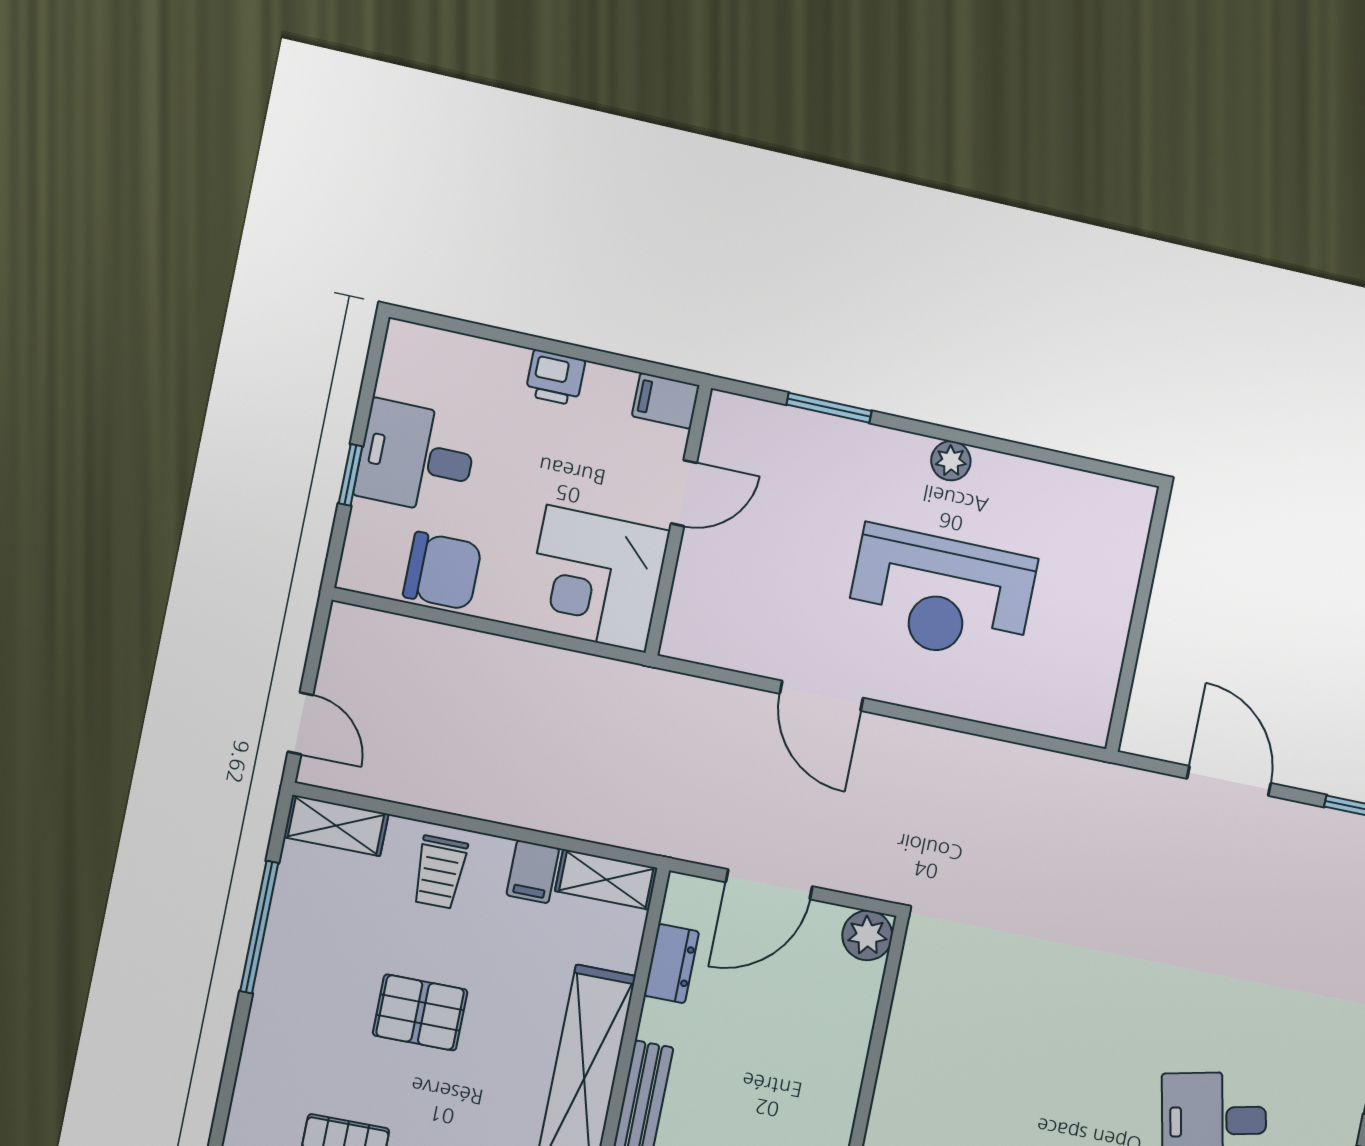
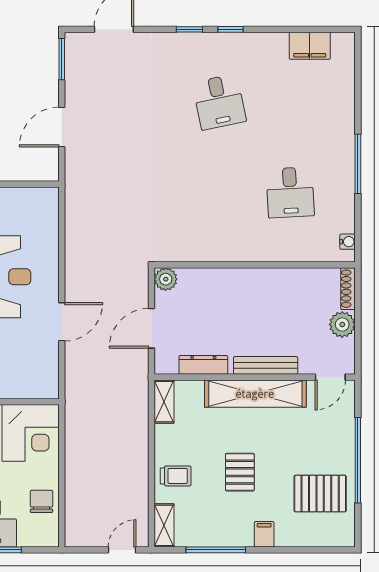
chair: (442, 571) -> (42, 501), width x0.73, depth x0.73
filing cabinet: (533, 872) -> (264, 534), moved, turned -90
door: (769, 884) -> (152, 328), swing flipped
dresser: (672, 964) -> (203, 365), width x1.44

